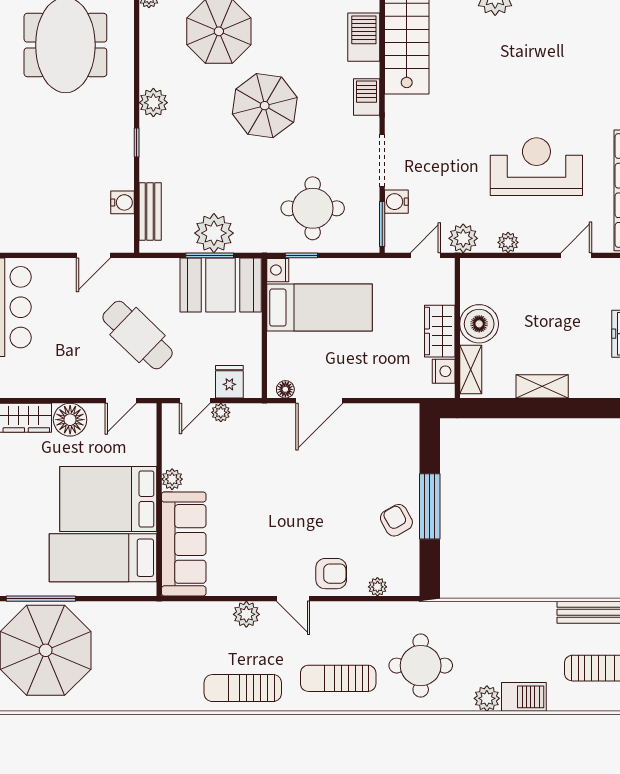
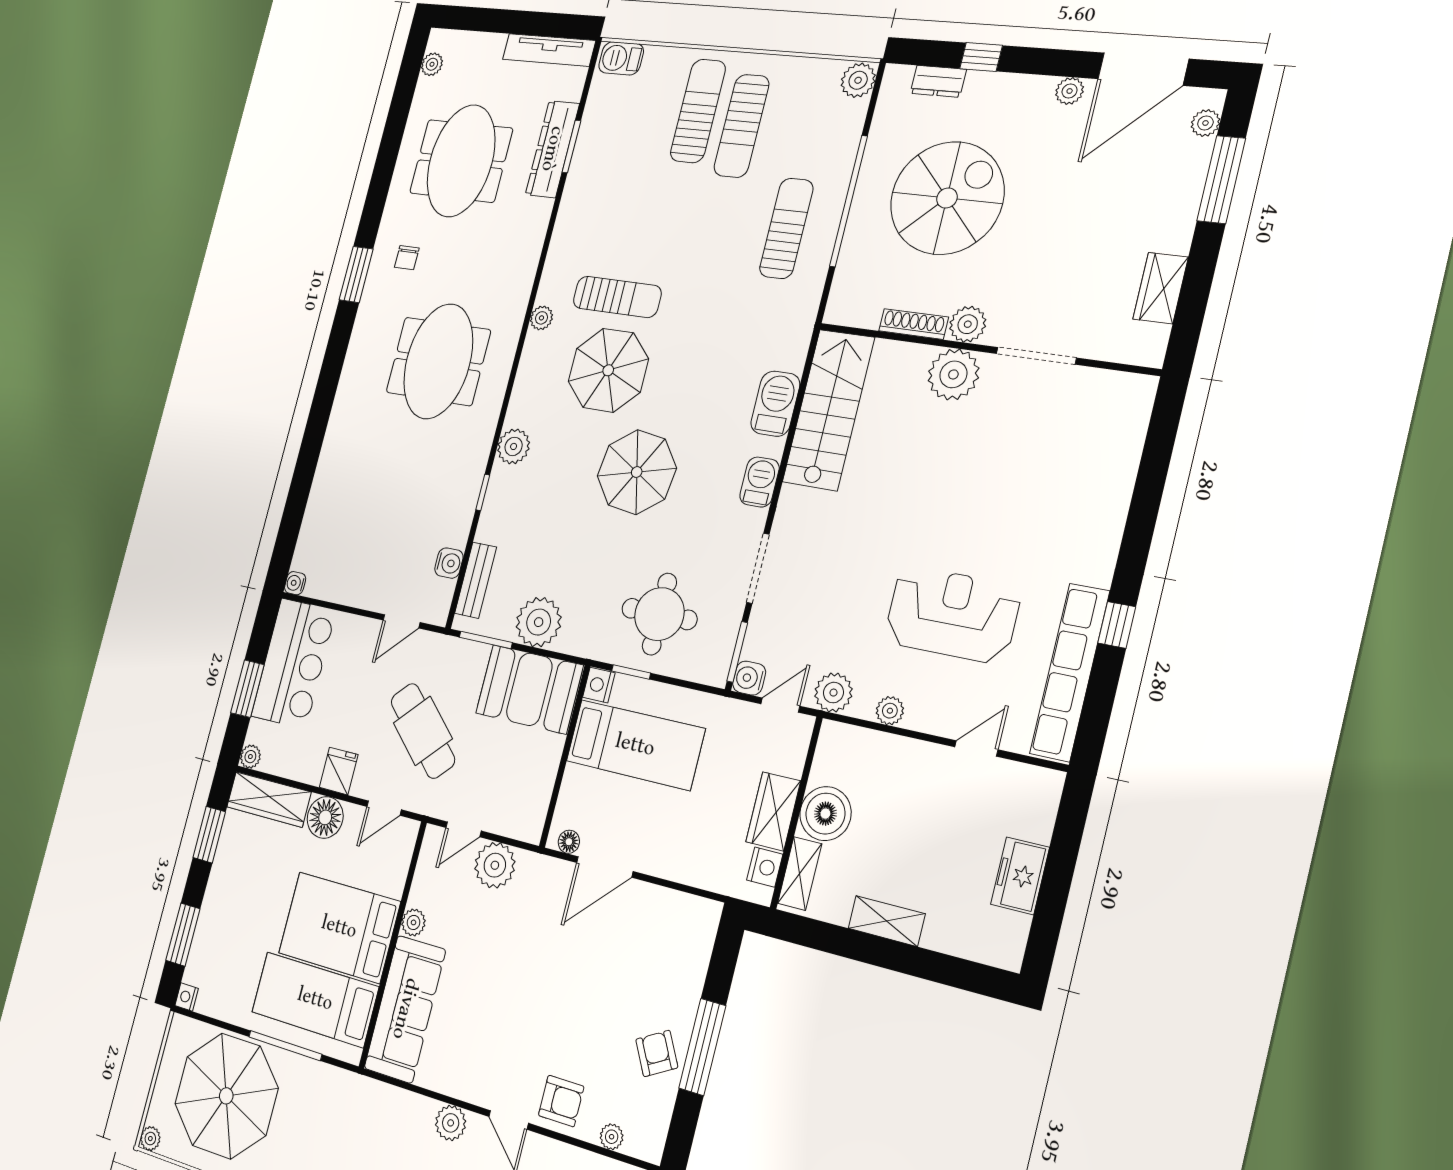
water cooler: (396, 202) -> (749, 678), moved
window: (210, 255) -> (486, 640), moved
fridge: (229, 382) -> (339, 771), moved
plant: (221, 412) -> (495, 865), width x1.87, depth x1.87
window: (41, 599) -> (285, 1046), moved

